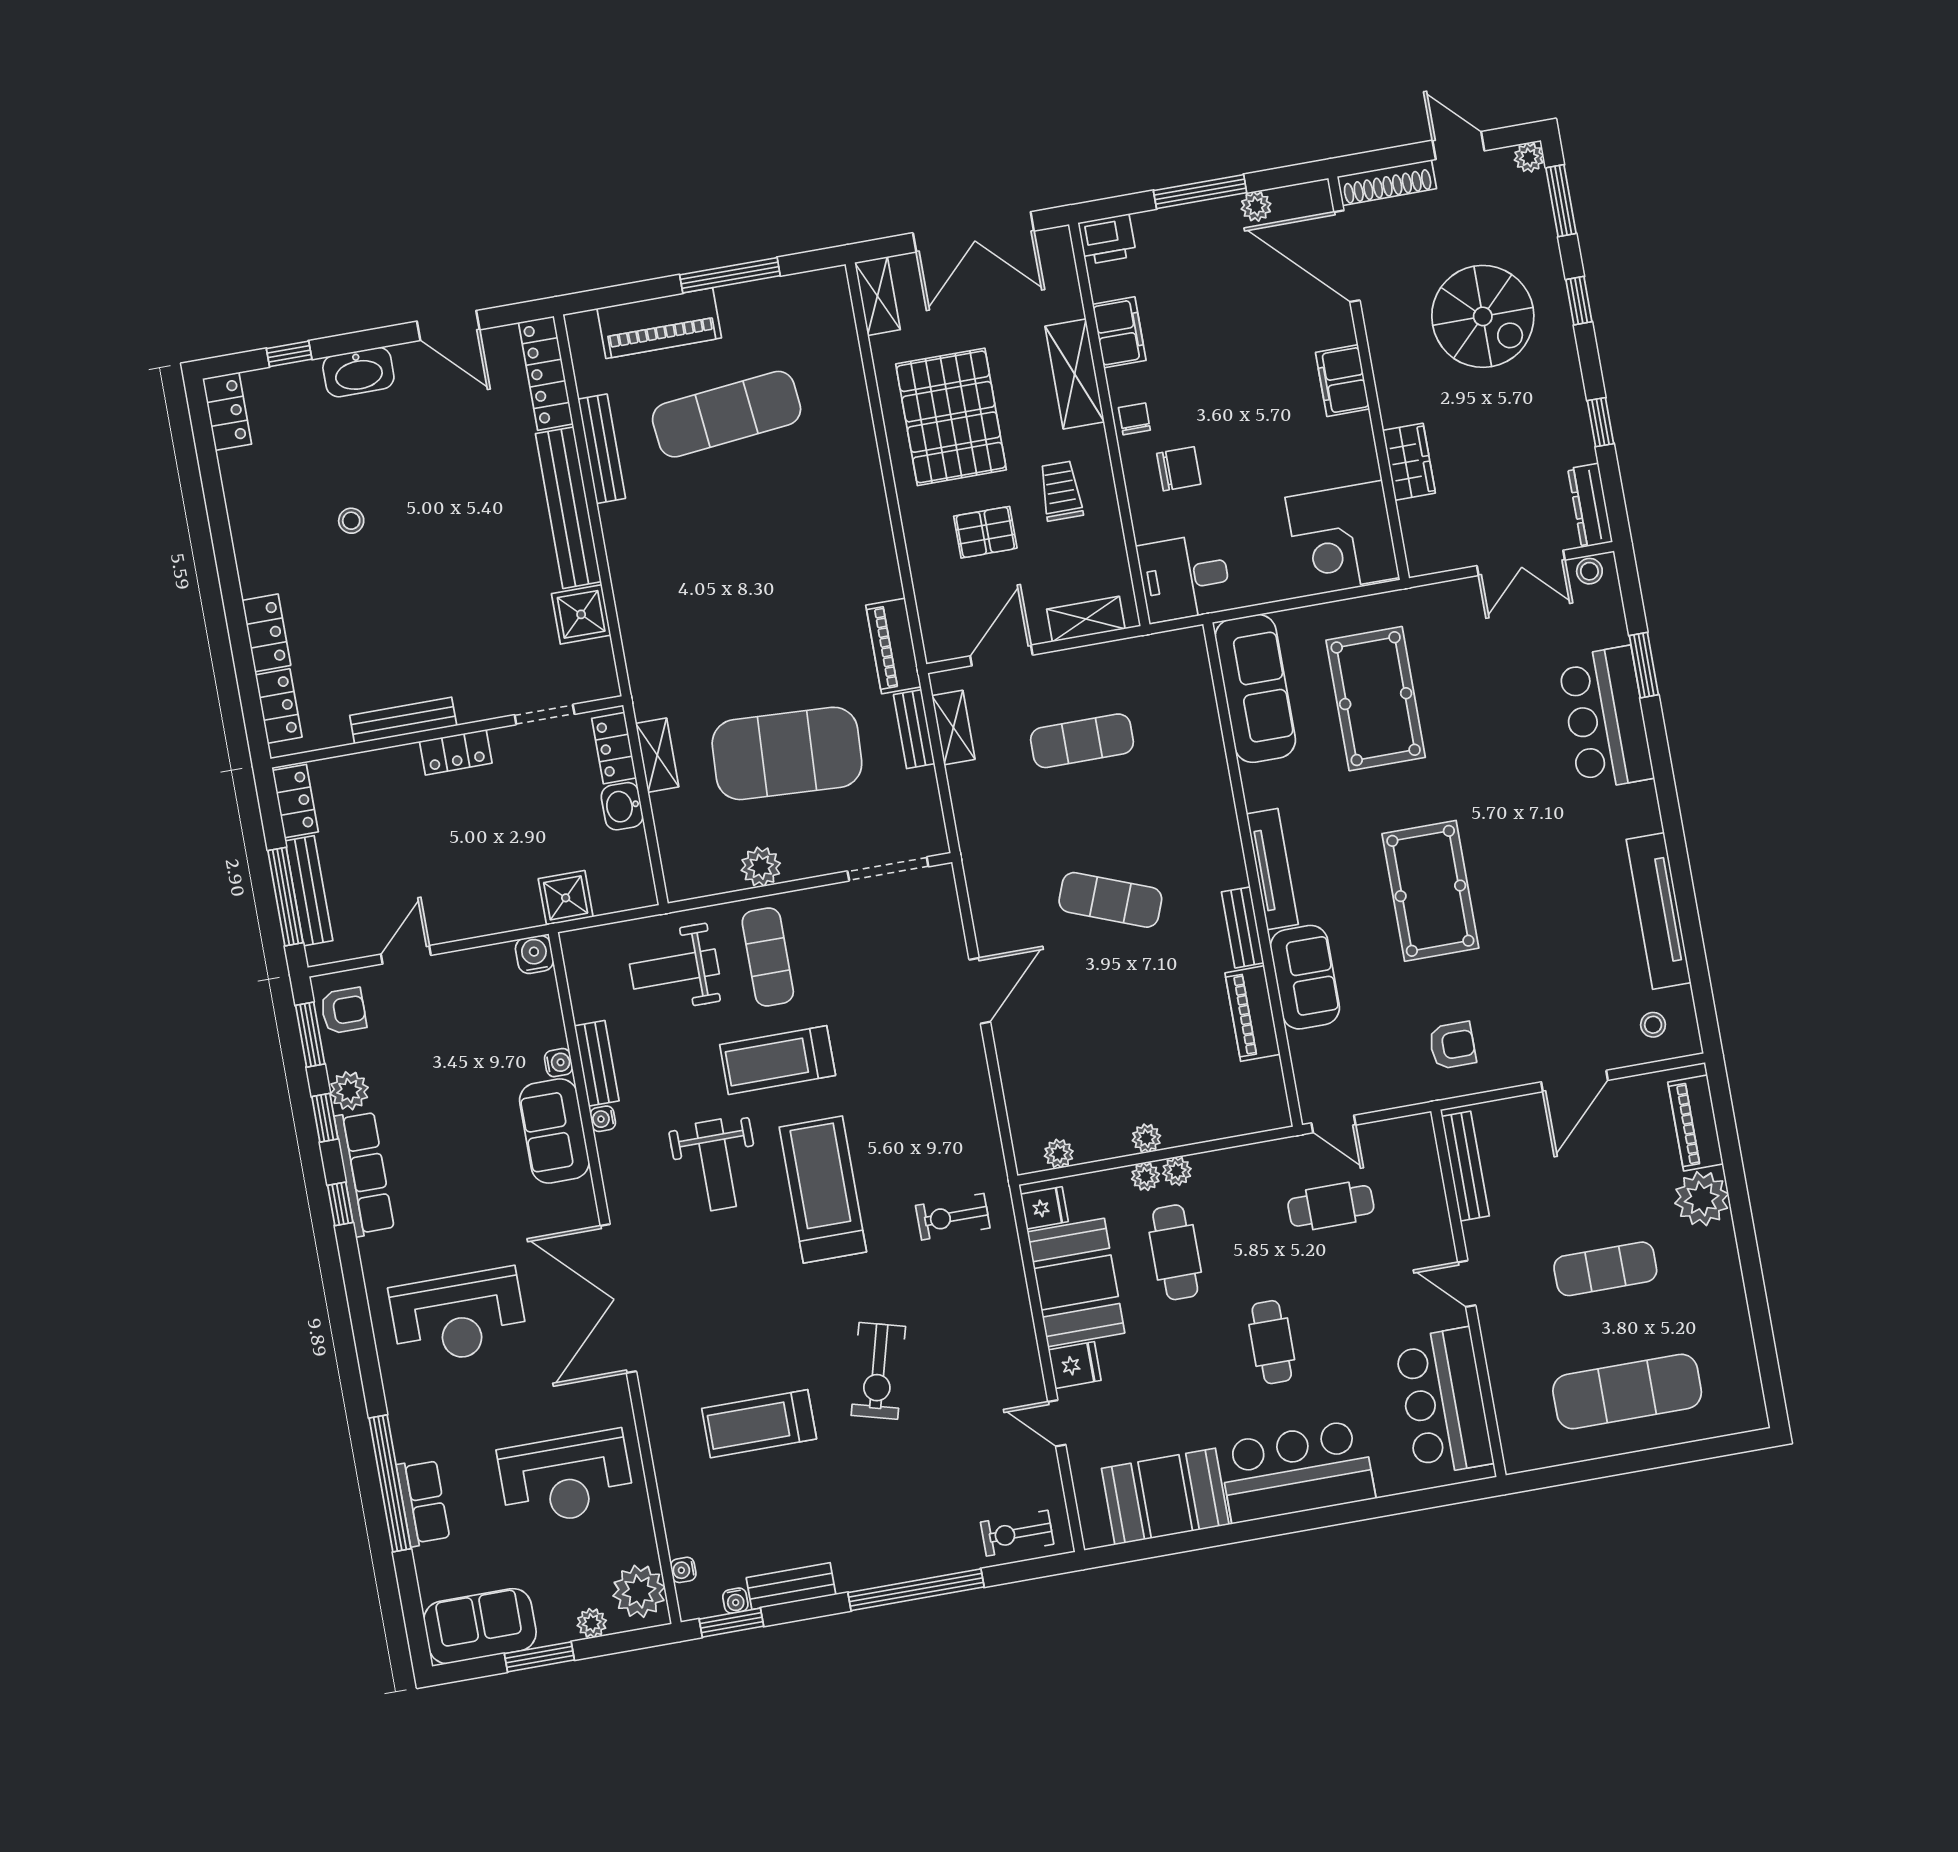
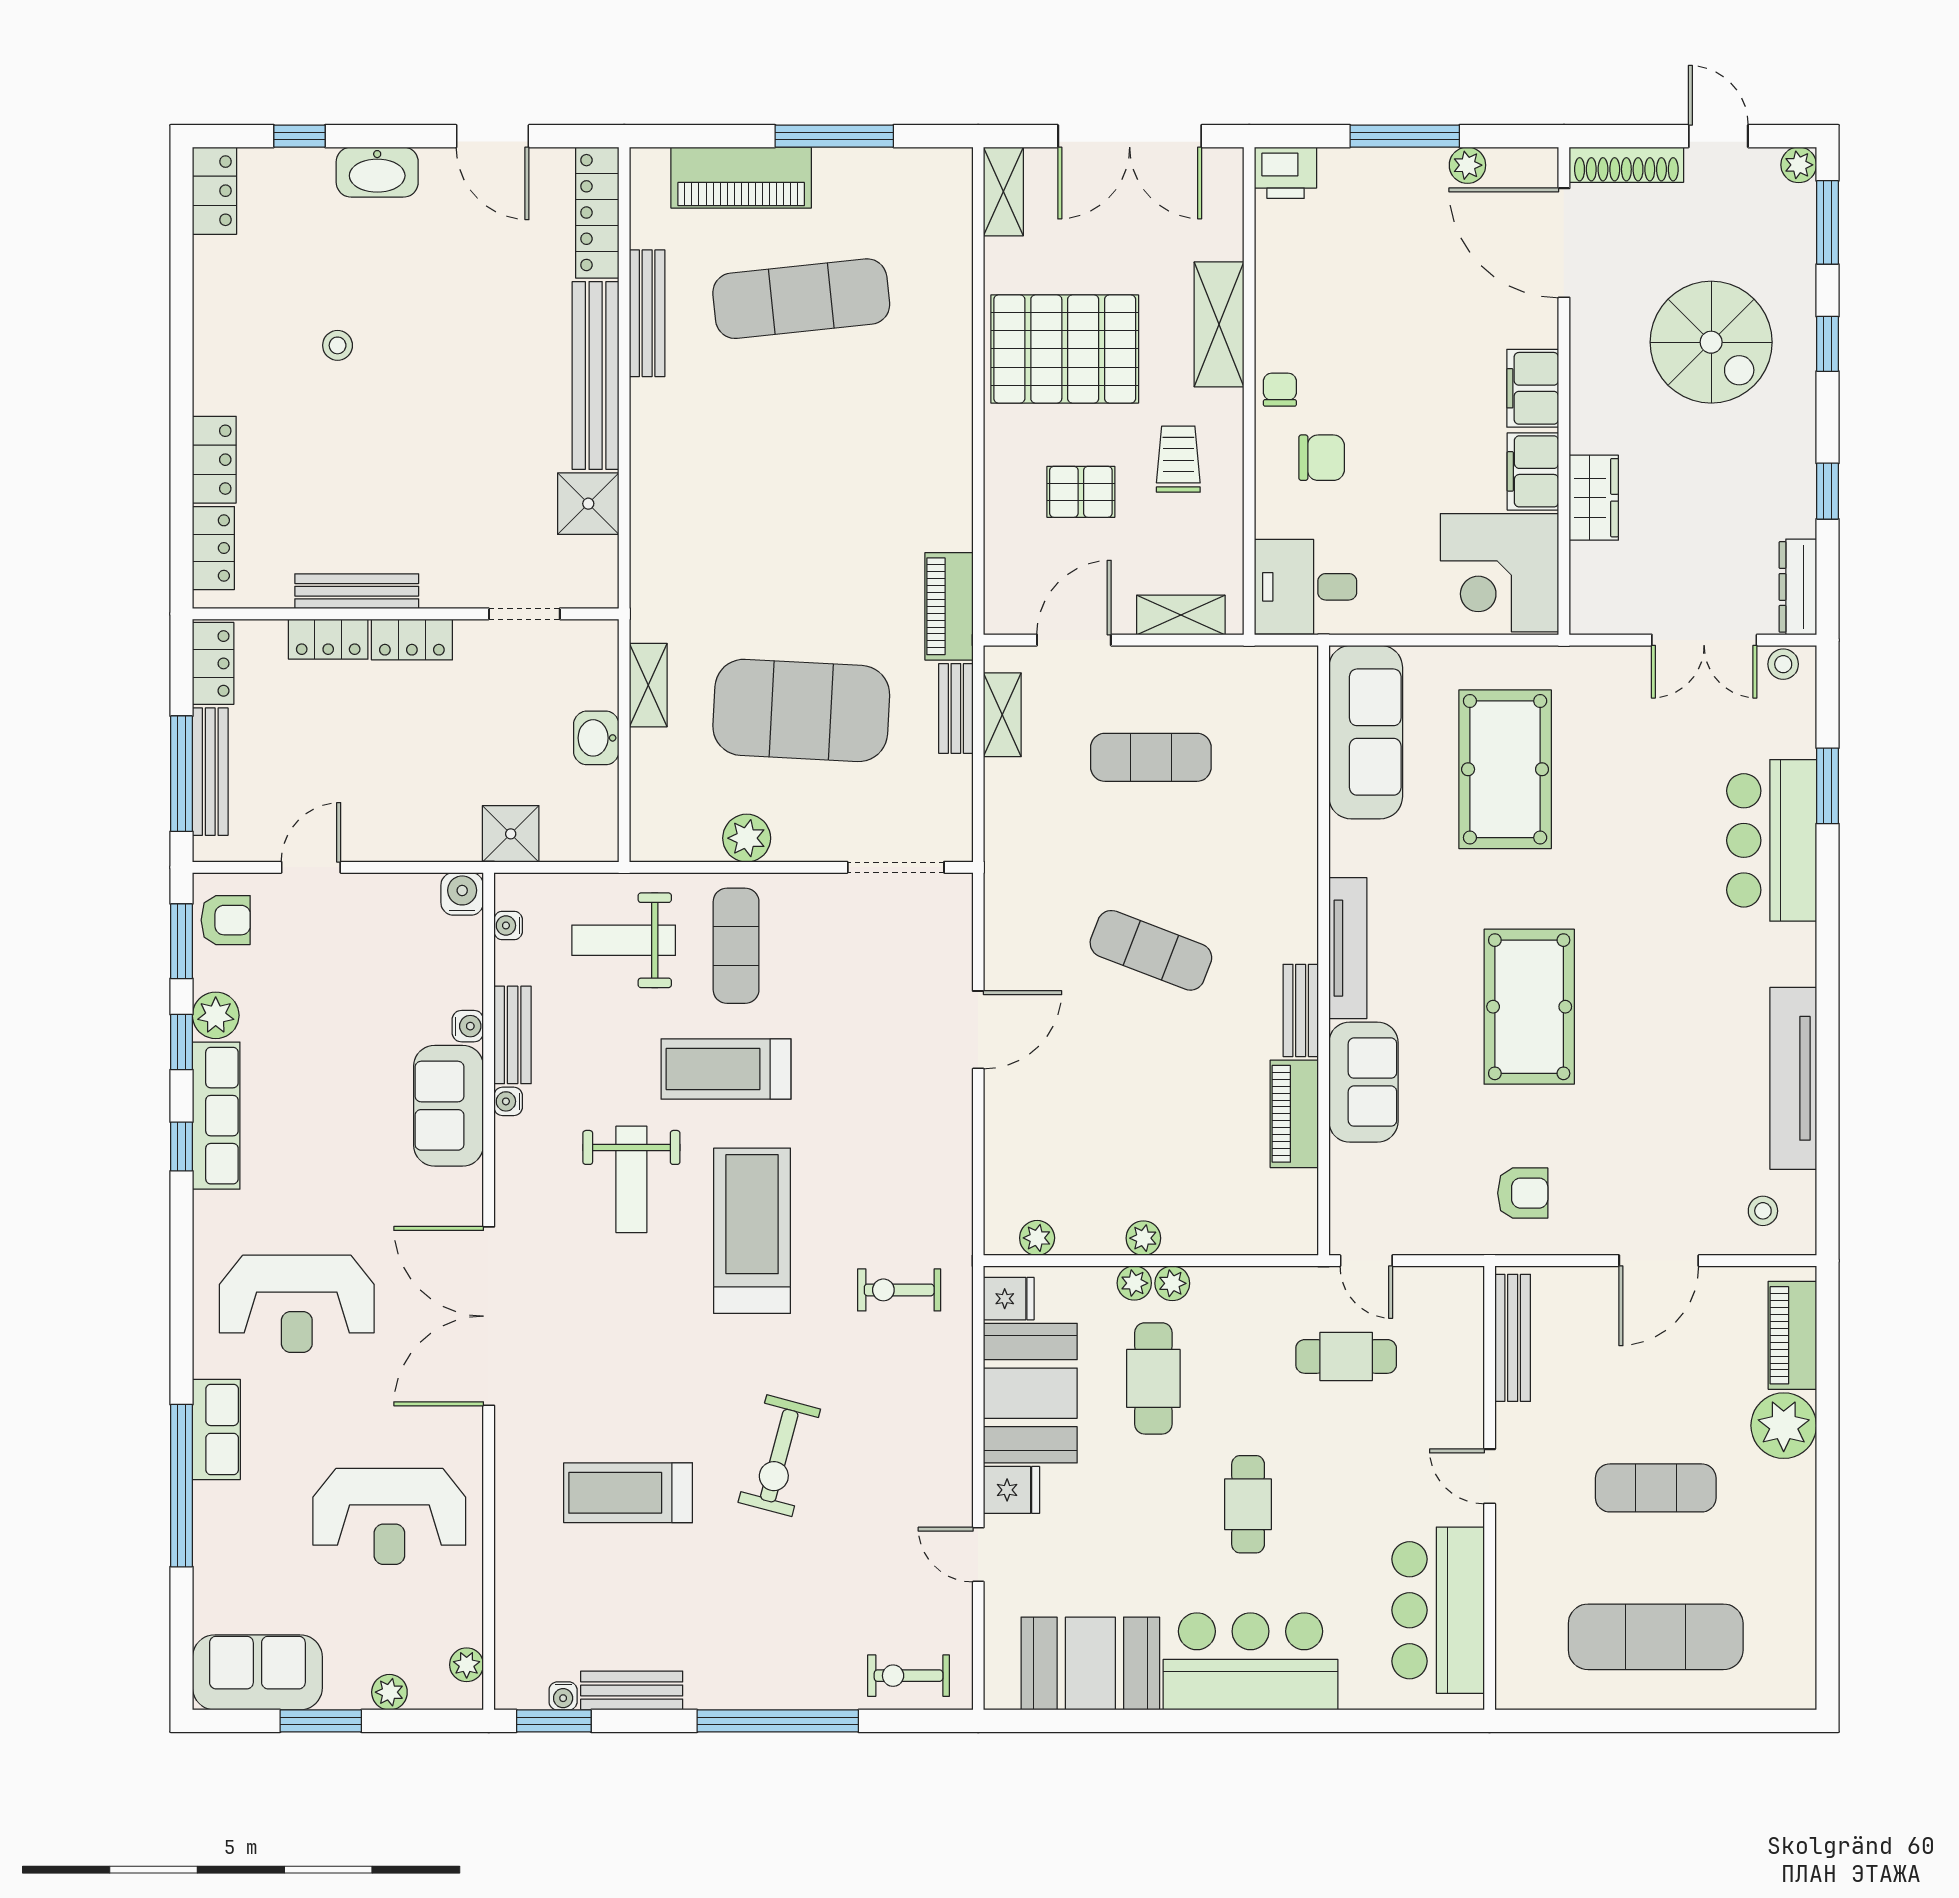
filing cabinet: (1119, 332) -> (1533, 471), moved, turned 180
pallet: (951, 417) -> (1065, 349), turned 90
locker: (614, 748) -> (328, 639), moved, turned -90
row of seats: (423, 1502) -> (216, 1429), moved
water cooler: (683, 1570) -> (508, 925), moved
plant: (639, 1591) -> (467, 1665), width x0.53, depth x0.53

